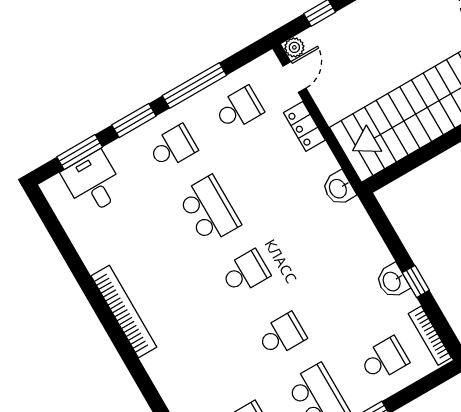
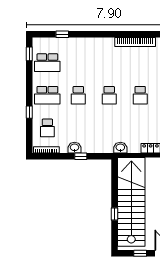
school desk: (209, 210) -> (140, 95), width x0.54
window: (416, 281) -> (81, 156), moved
bookcase: (124, 312) -> (135, 42), moved

